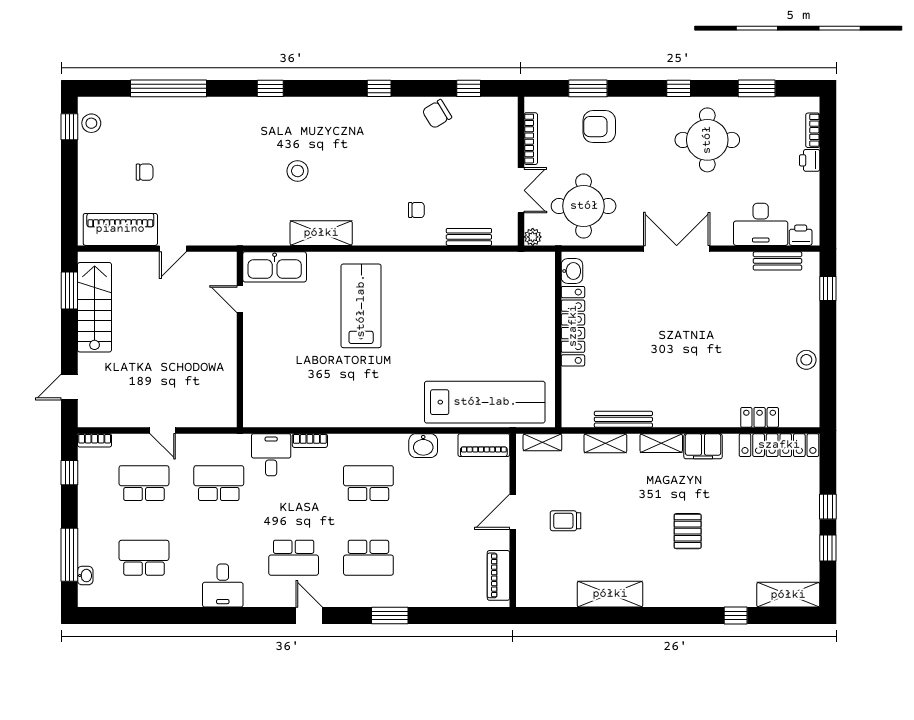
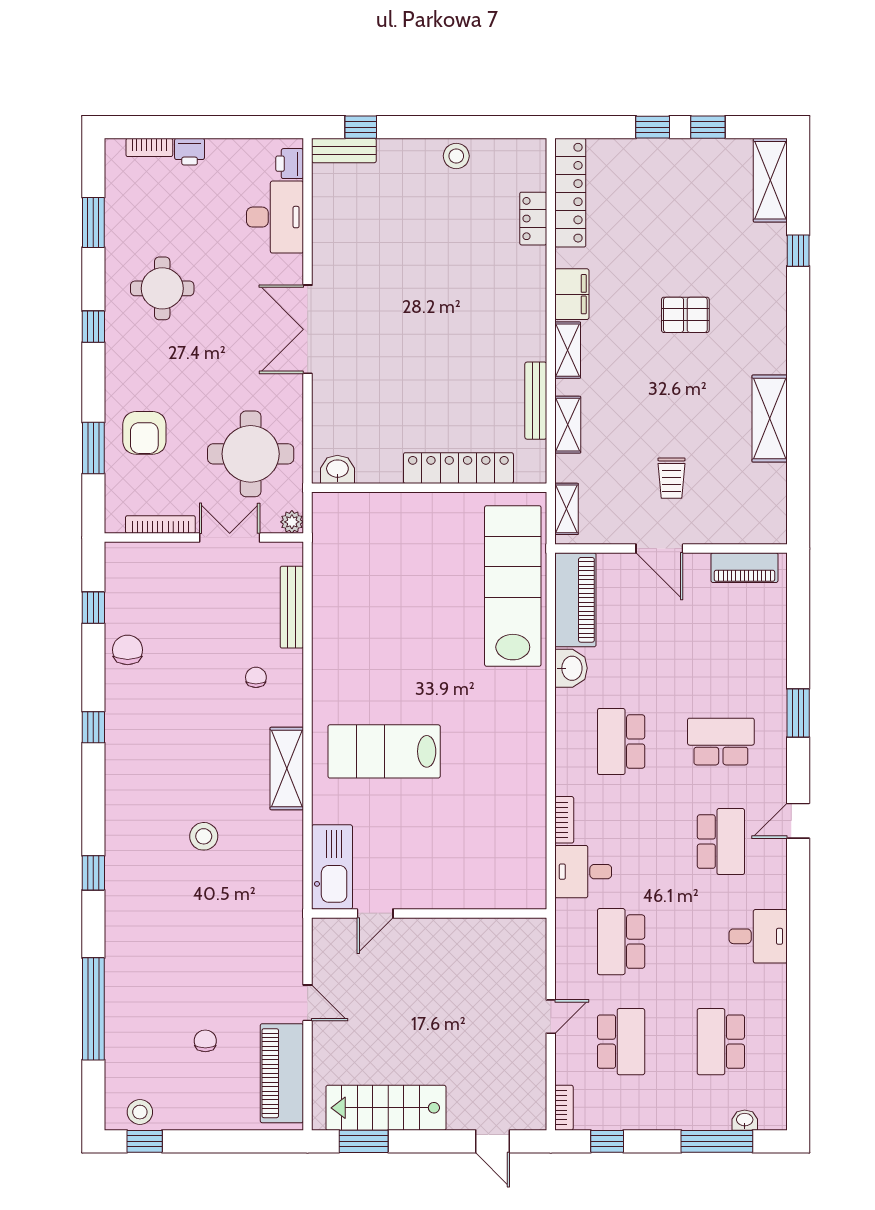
chair: (437, 114) -> (128, 650), turned -149
round table: (707, 140) -> (162, 288), width x0.73, depth x0.73
shelving: (321, 233) -> (287, 768), moved
bench: (469, 237) -> (292, 607), width x1.36
bench: (778, 261) -> (344, 150), moved, turned 90
locker: (573, 326) -> (458, 468), moved
piano: (484, 445) -> (575, 600), width x1.37, depth x1.33
school desk: (144, 483) -> (621, 1042), turned 180
school desk: (368, 558) -> (721, 742), turned -90

